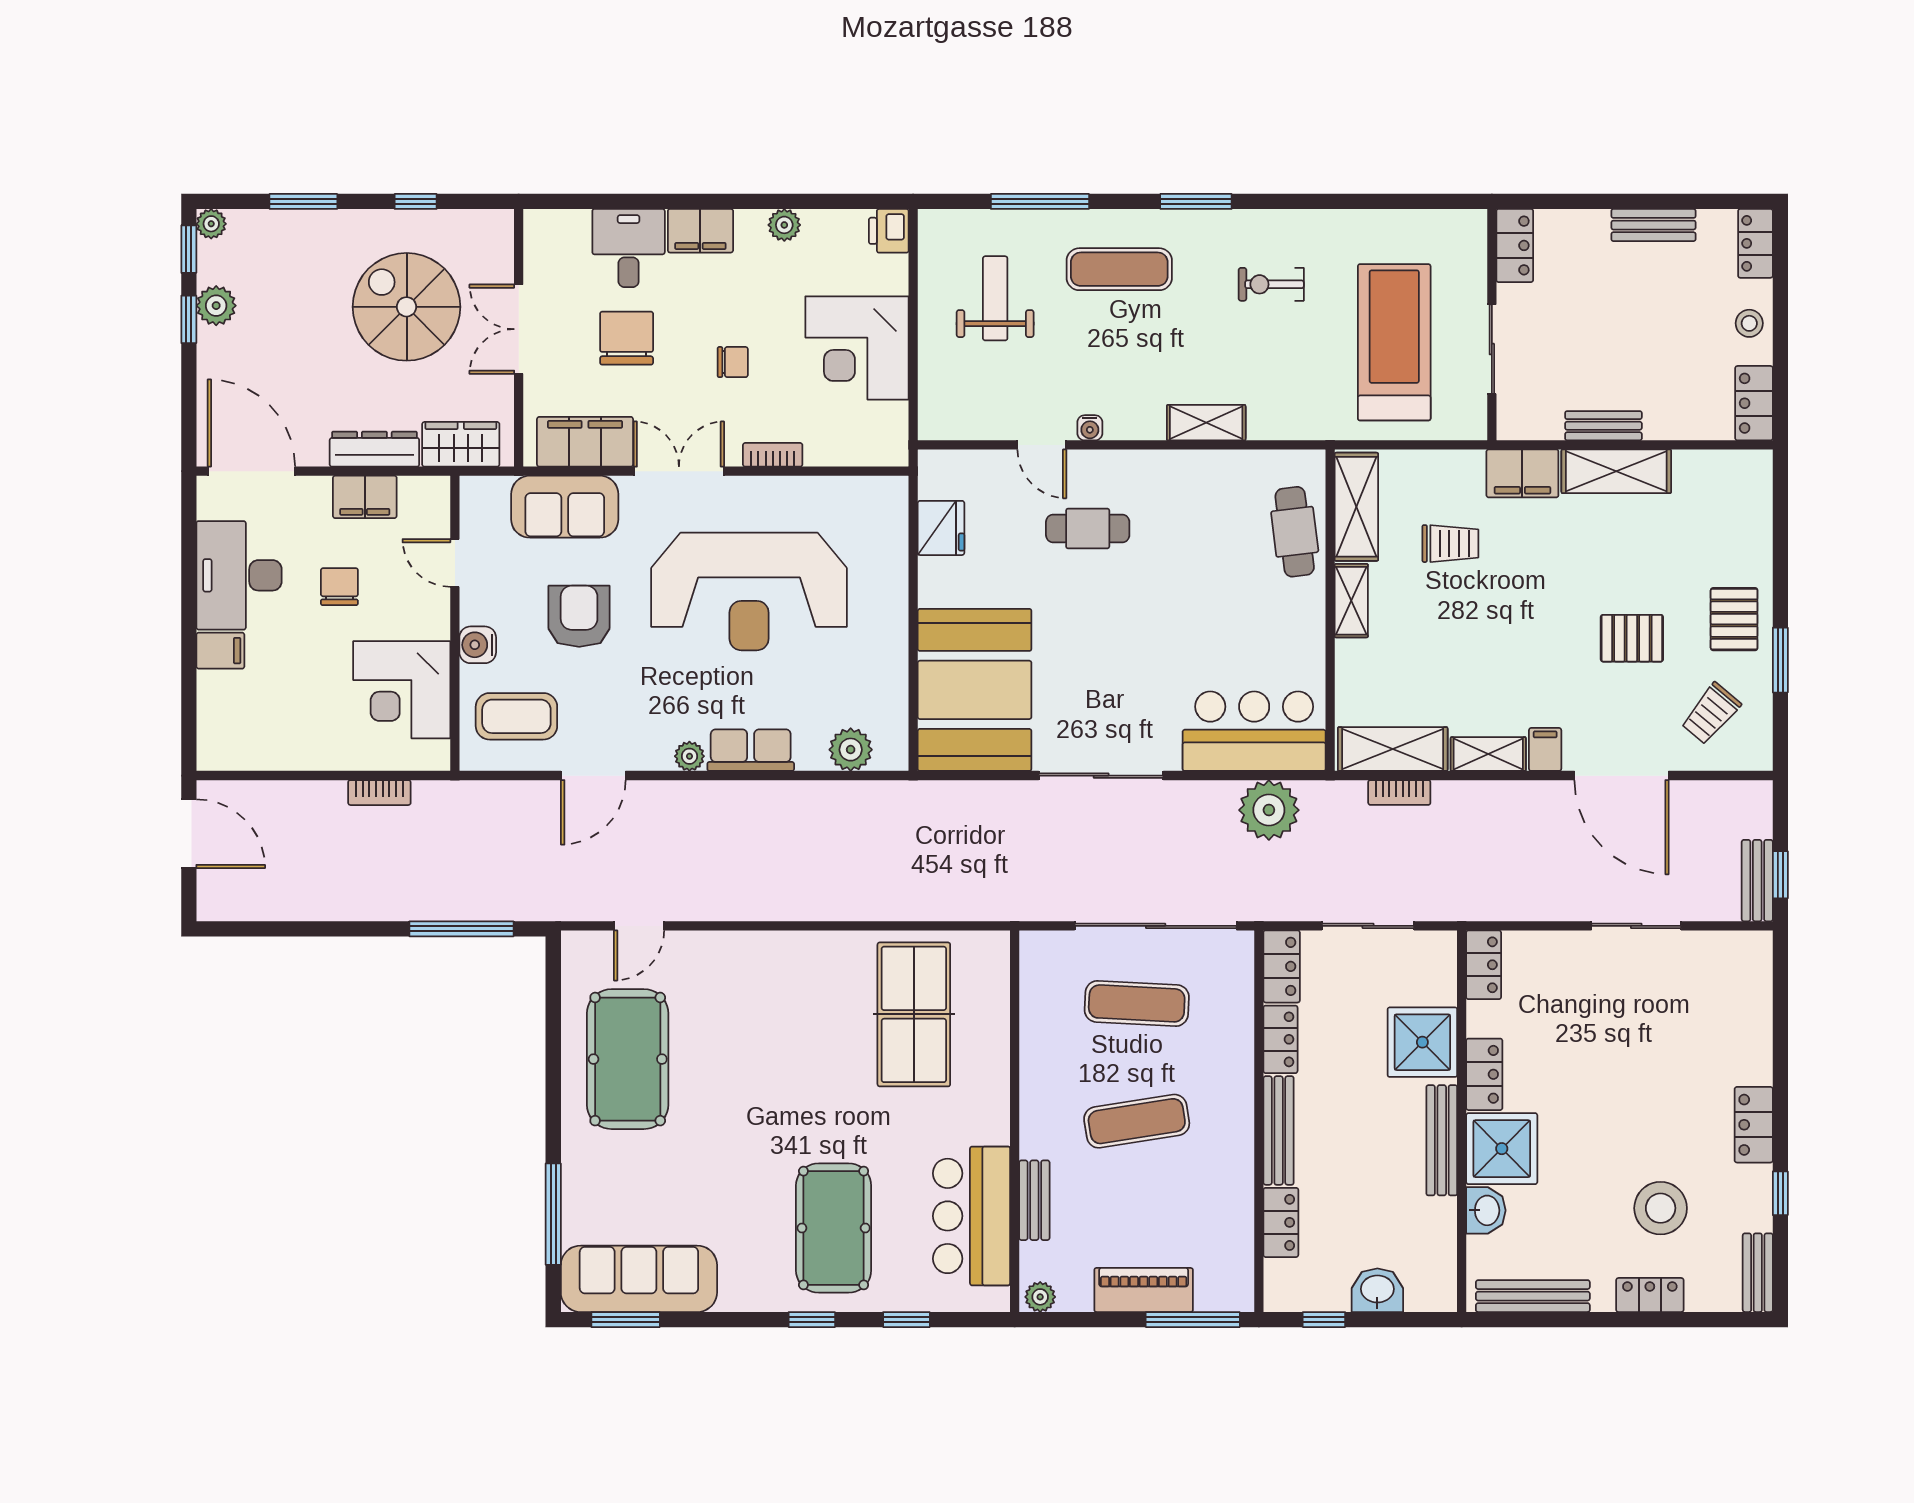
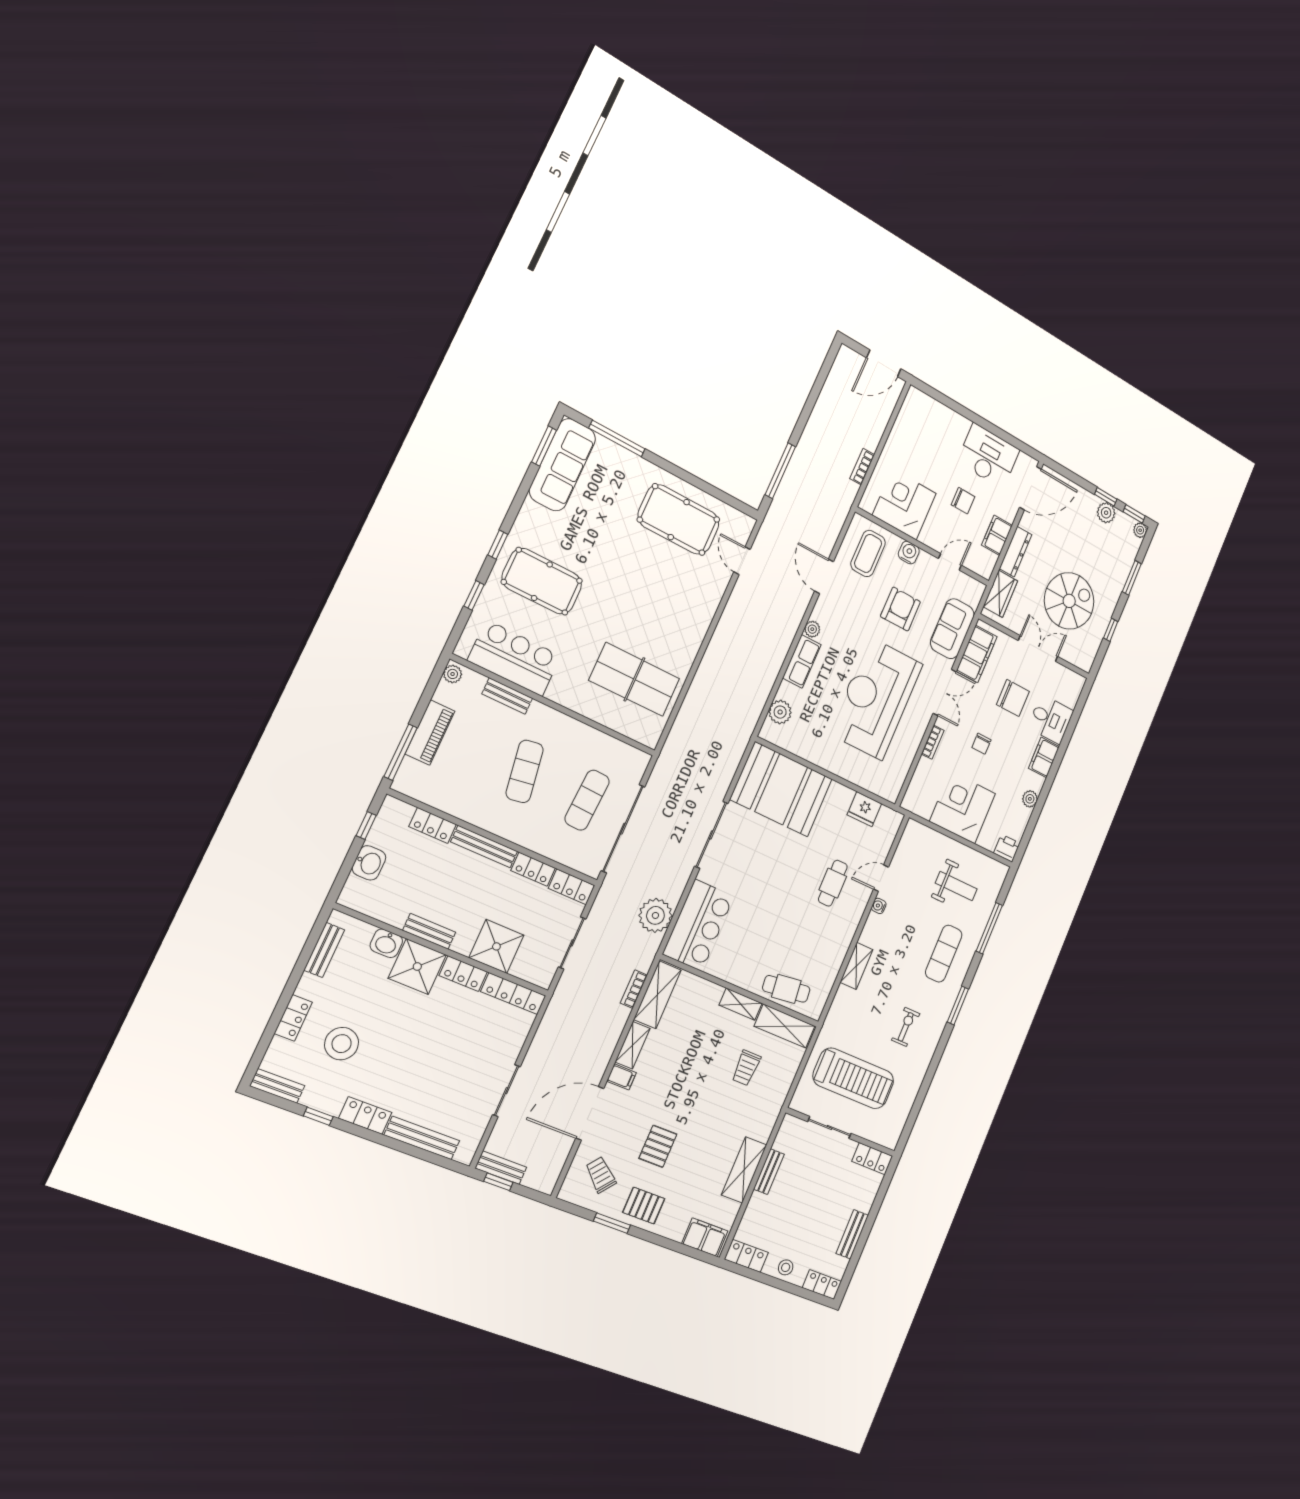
filing cabinet: (1522, 473) -> (705, 1237), moved, turned 90
armchair: (579, 616) -> (900, 609), turned -90
filing cabinet: (220, 651) -> (959, 427), removed
locker: (1484, 965) -> (513, 994), width x1.53
bench: (1756, 1024) -> (422, 1138), added
bench: (1442, 1140) -> (429, 931), width x0.73
bench: (1533, 1296) -> (324, 950), width x0.73

